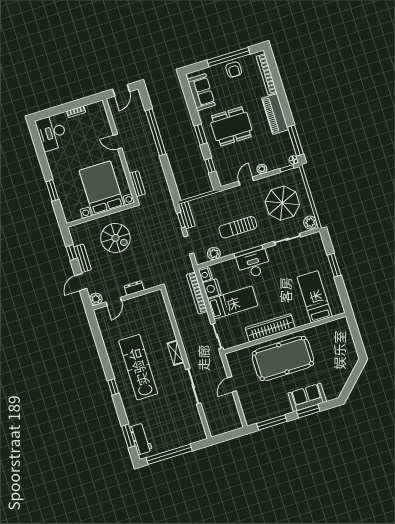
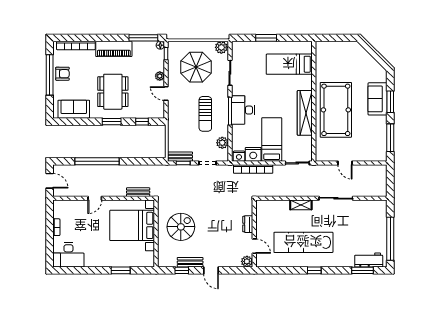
dresser: (134, 288) -> (248, 224), moved
wall: (127, 298) -> (254, 233), moved
plant: (96, 299) -> (247, 261), moved
door: (114, 302) -> (254, 246), moved

